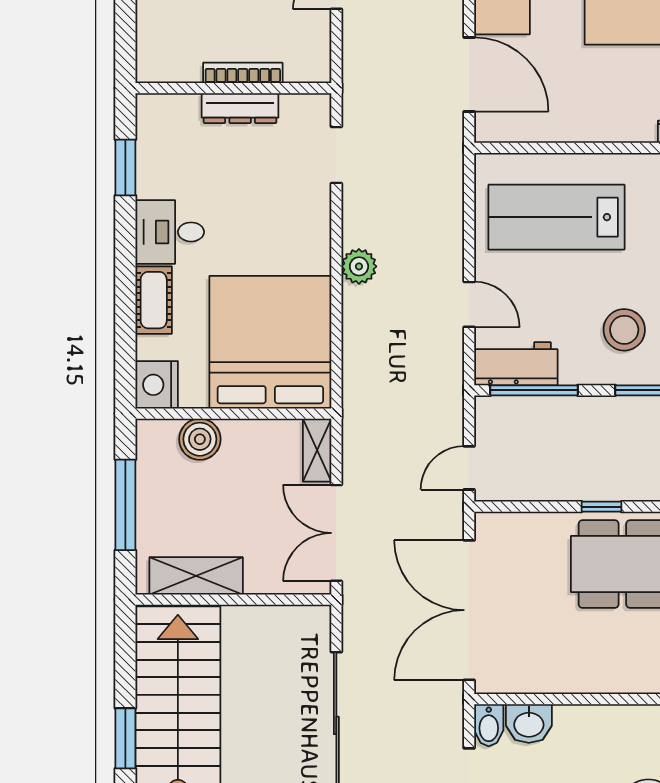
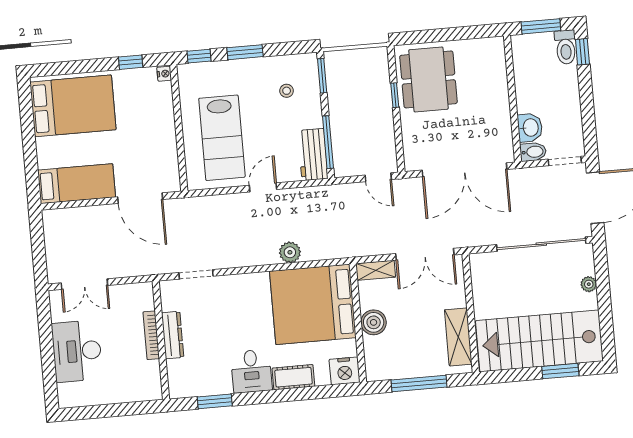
door: (469, 74) -> (140, 198), swing flipped
plant: (359, 266) -> (290, 252), moved
door: (469, 304) -> (263, 187), moved
stool: (624, 330) -> (287, 91), width x0.53, depth x0.53
boiler: (200, 439) -> (374, 322), moved

